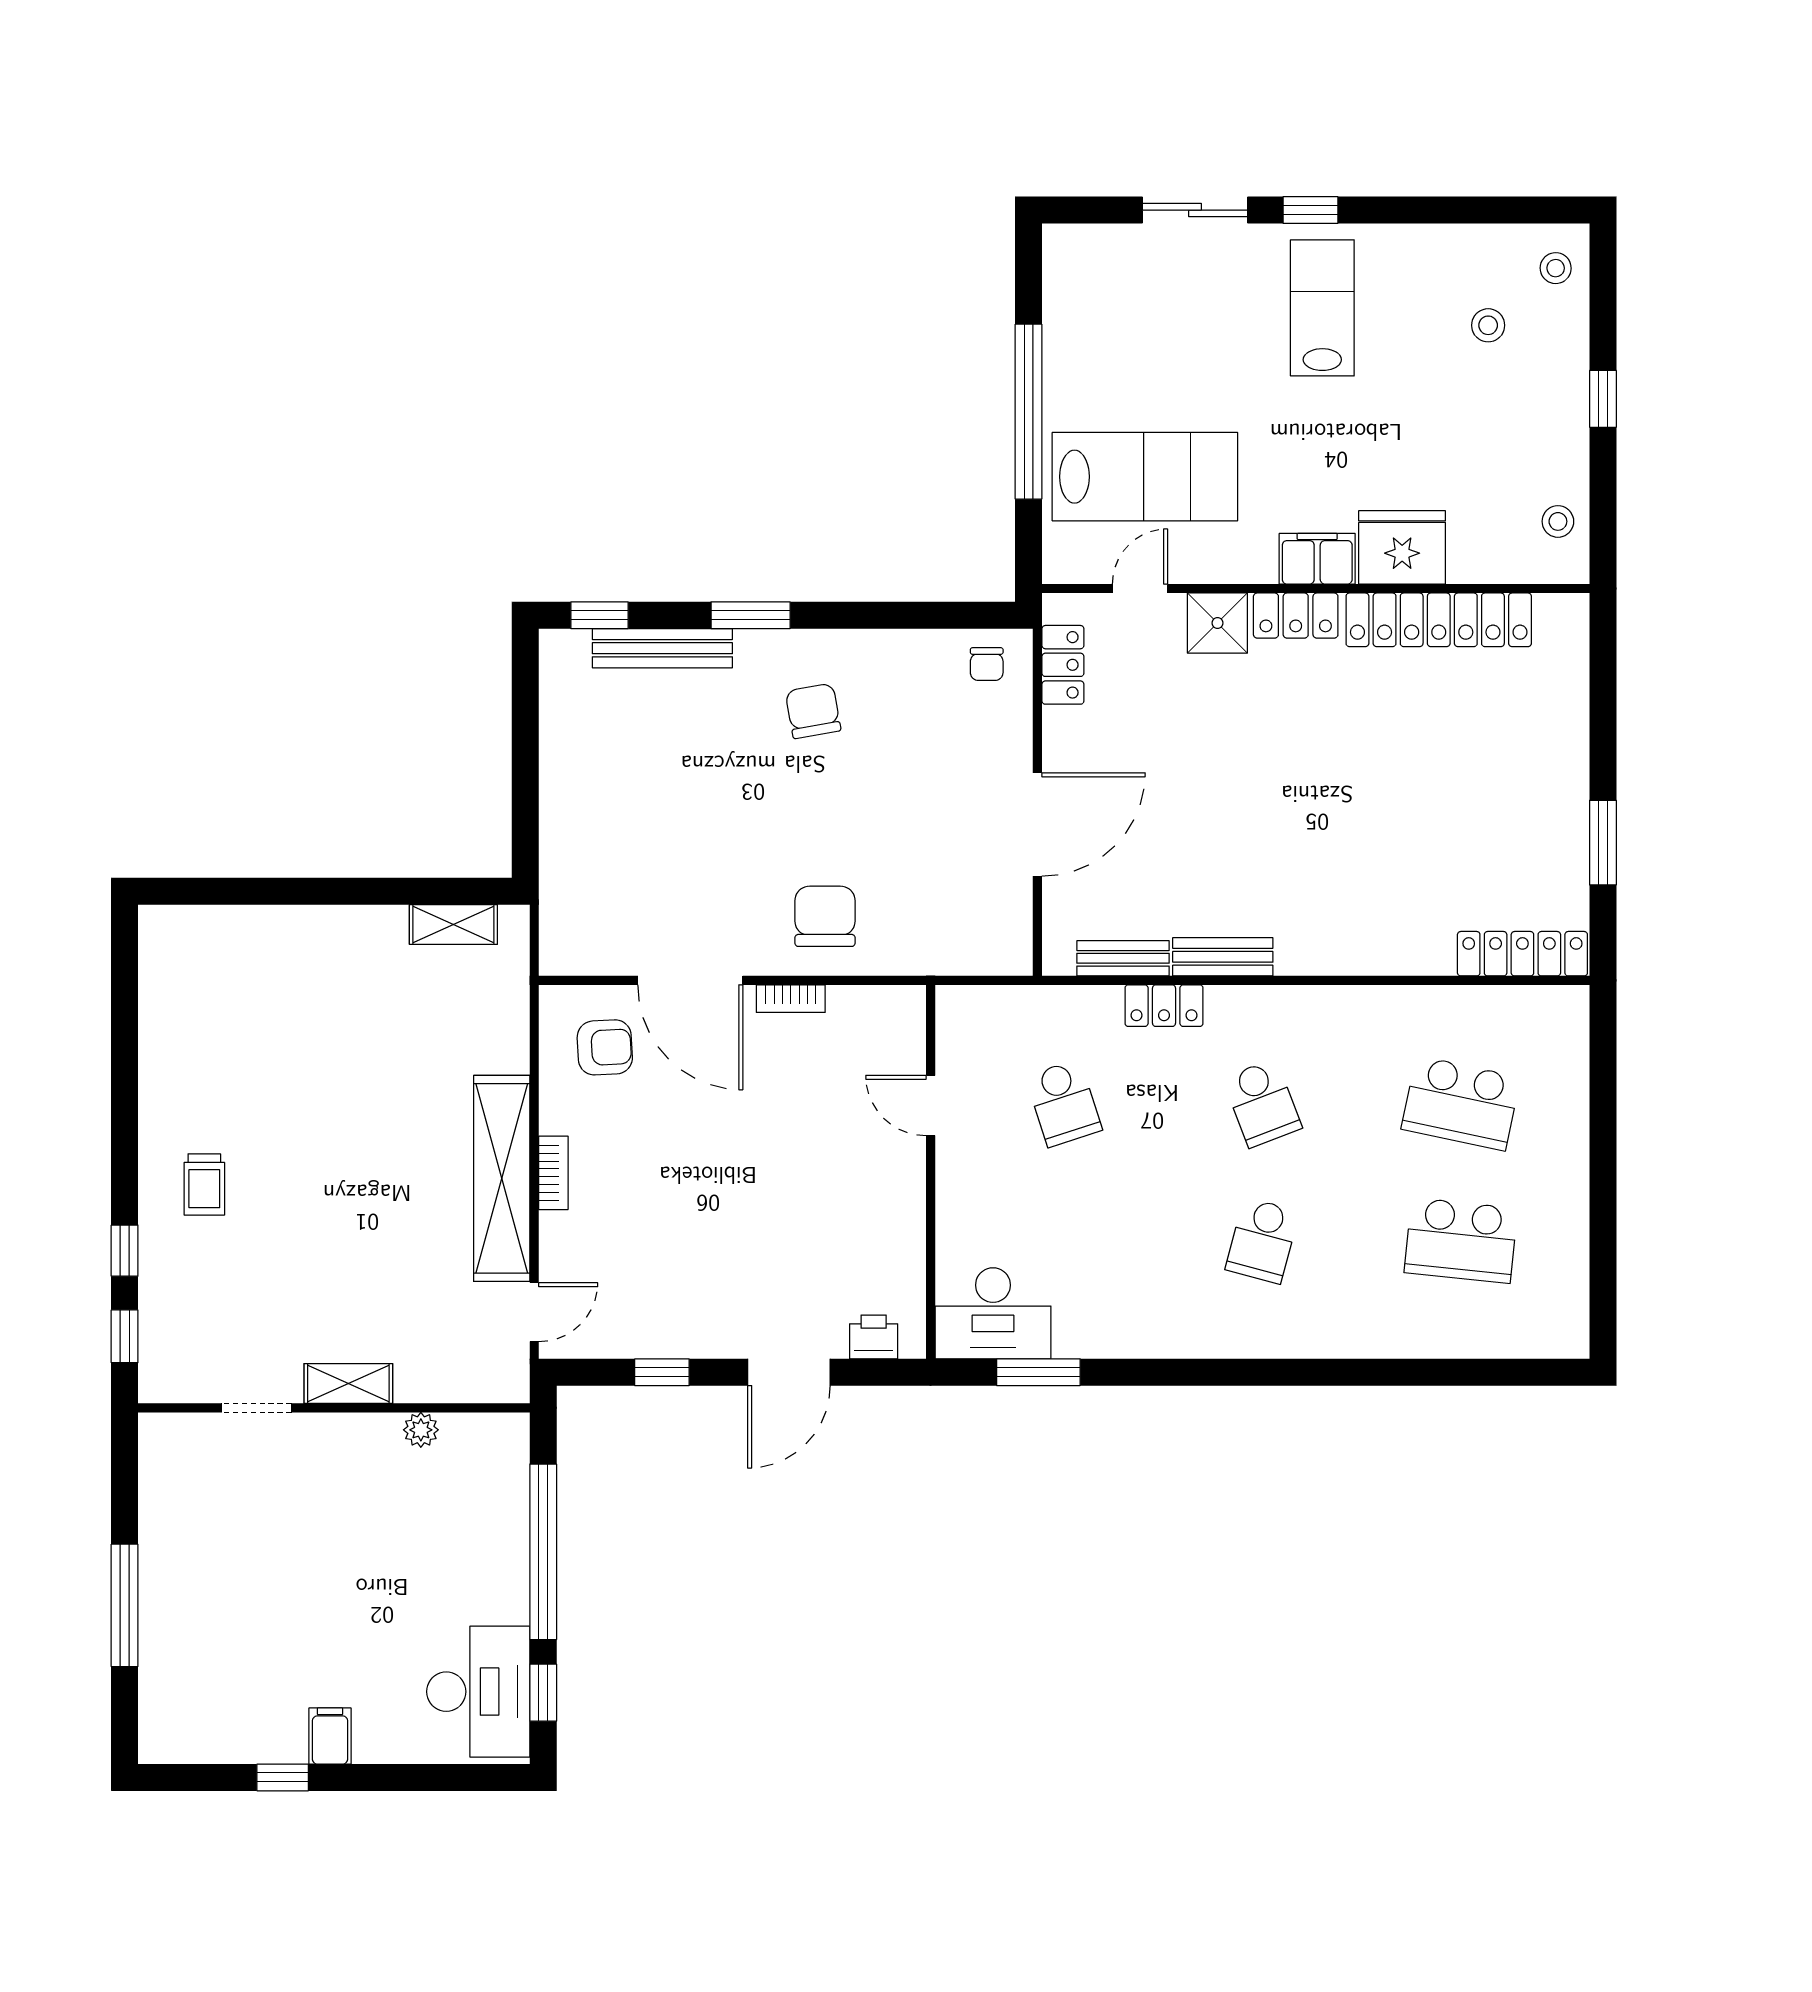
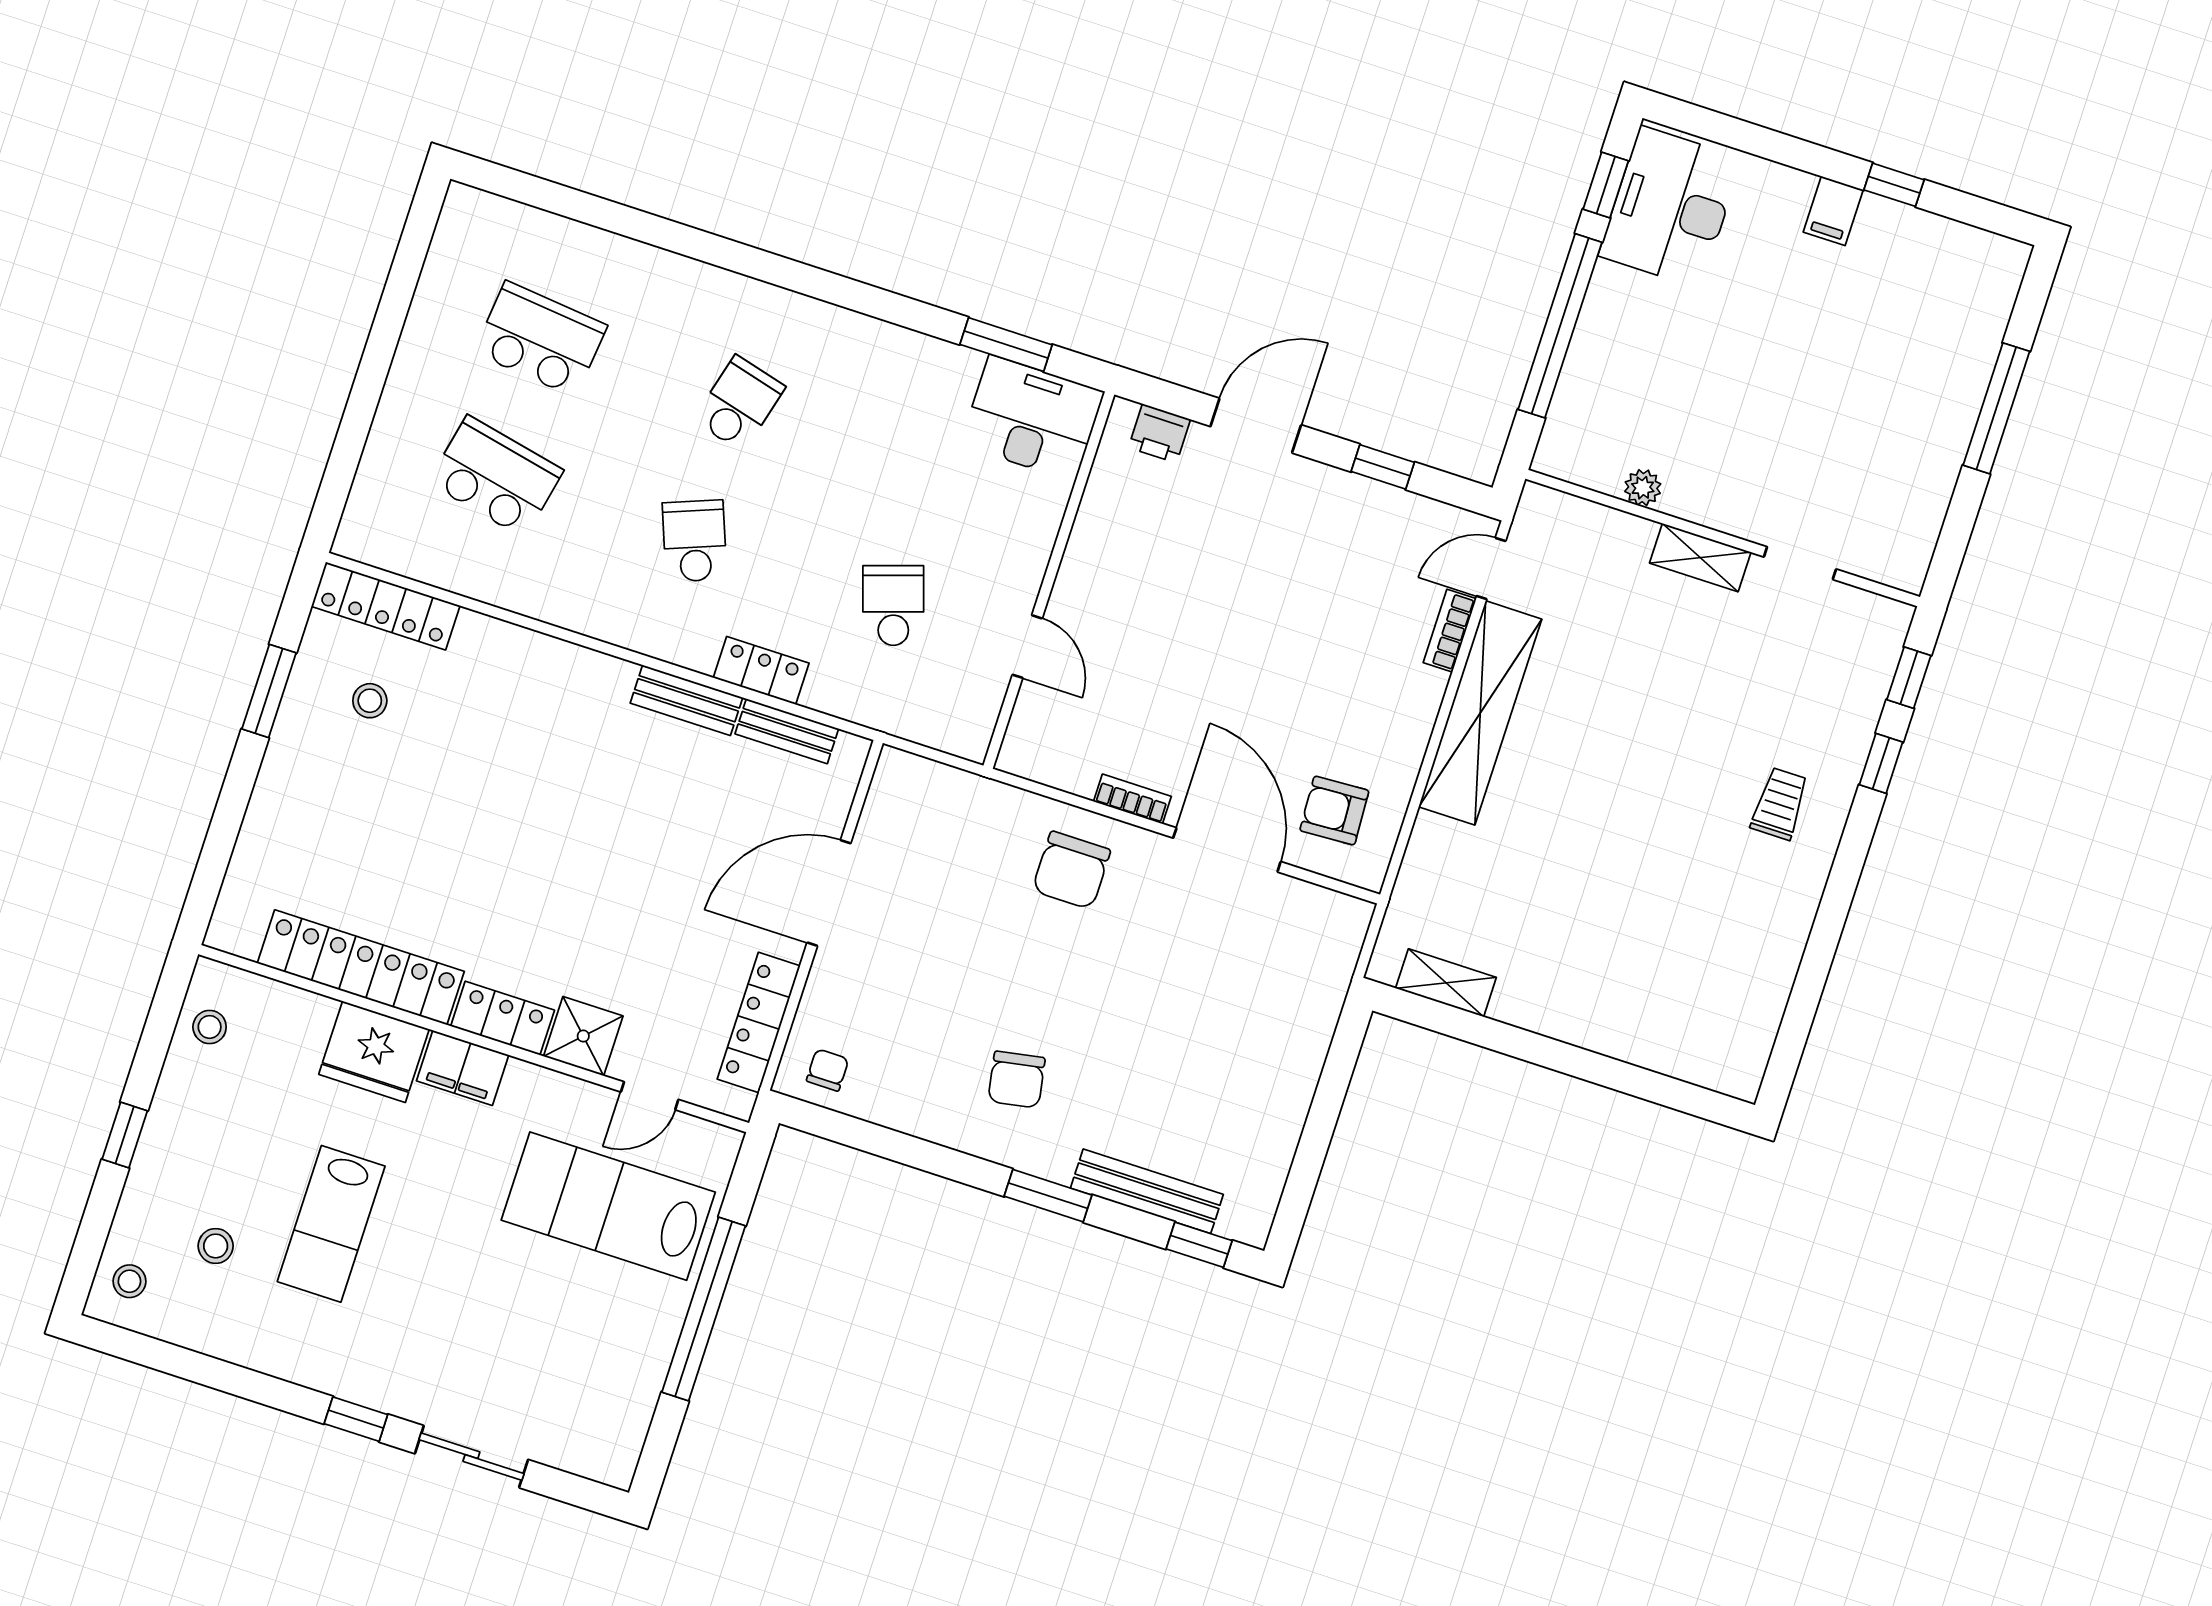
lab bench: (1322, 308) -> (331, 1224), moved
locker: (1063, 665) -> (759, 1023), width x1.53
stool: (1509, 863) -> (370, 701), added
bookcase: (553, 1173) -> (1450, 631), moved

